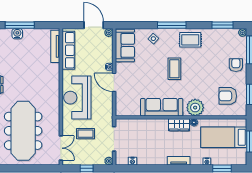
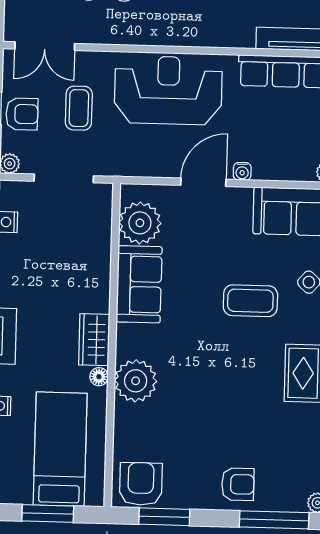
coffee table: (174, 69) -> (250, 301), moved
armchair: (228, 96) -> (141, 484), moved
sofa: (162, 107) -> (139, 284), width x0.73
plant: (131, 108) -> (140, 223), added
armchair: (89, 157) -> (22, 114), added

